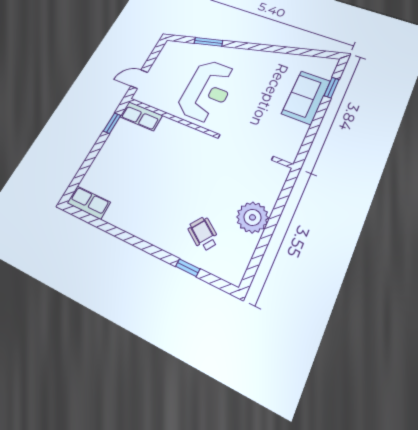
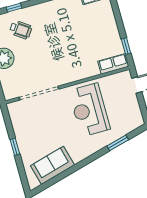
window: (332, 88) -> (15, 147), moved
sofa: (306, 97) -> (52, 165), moved, turned -105

